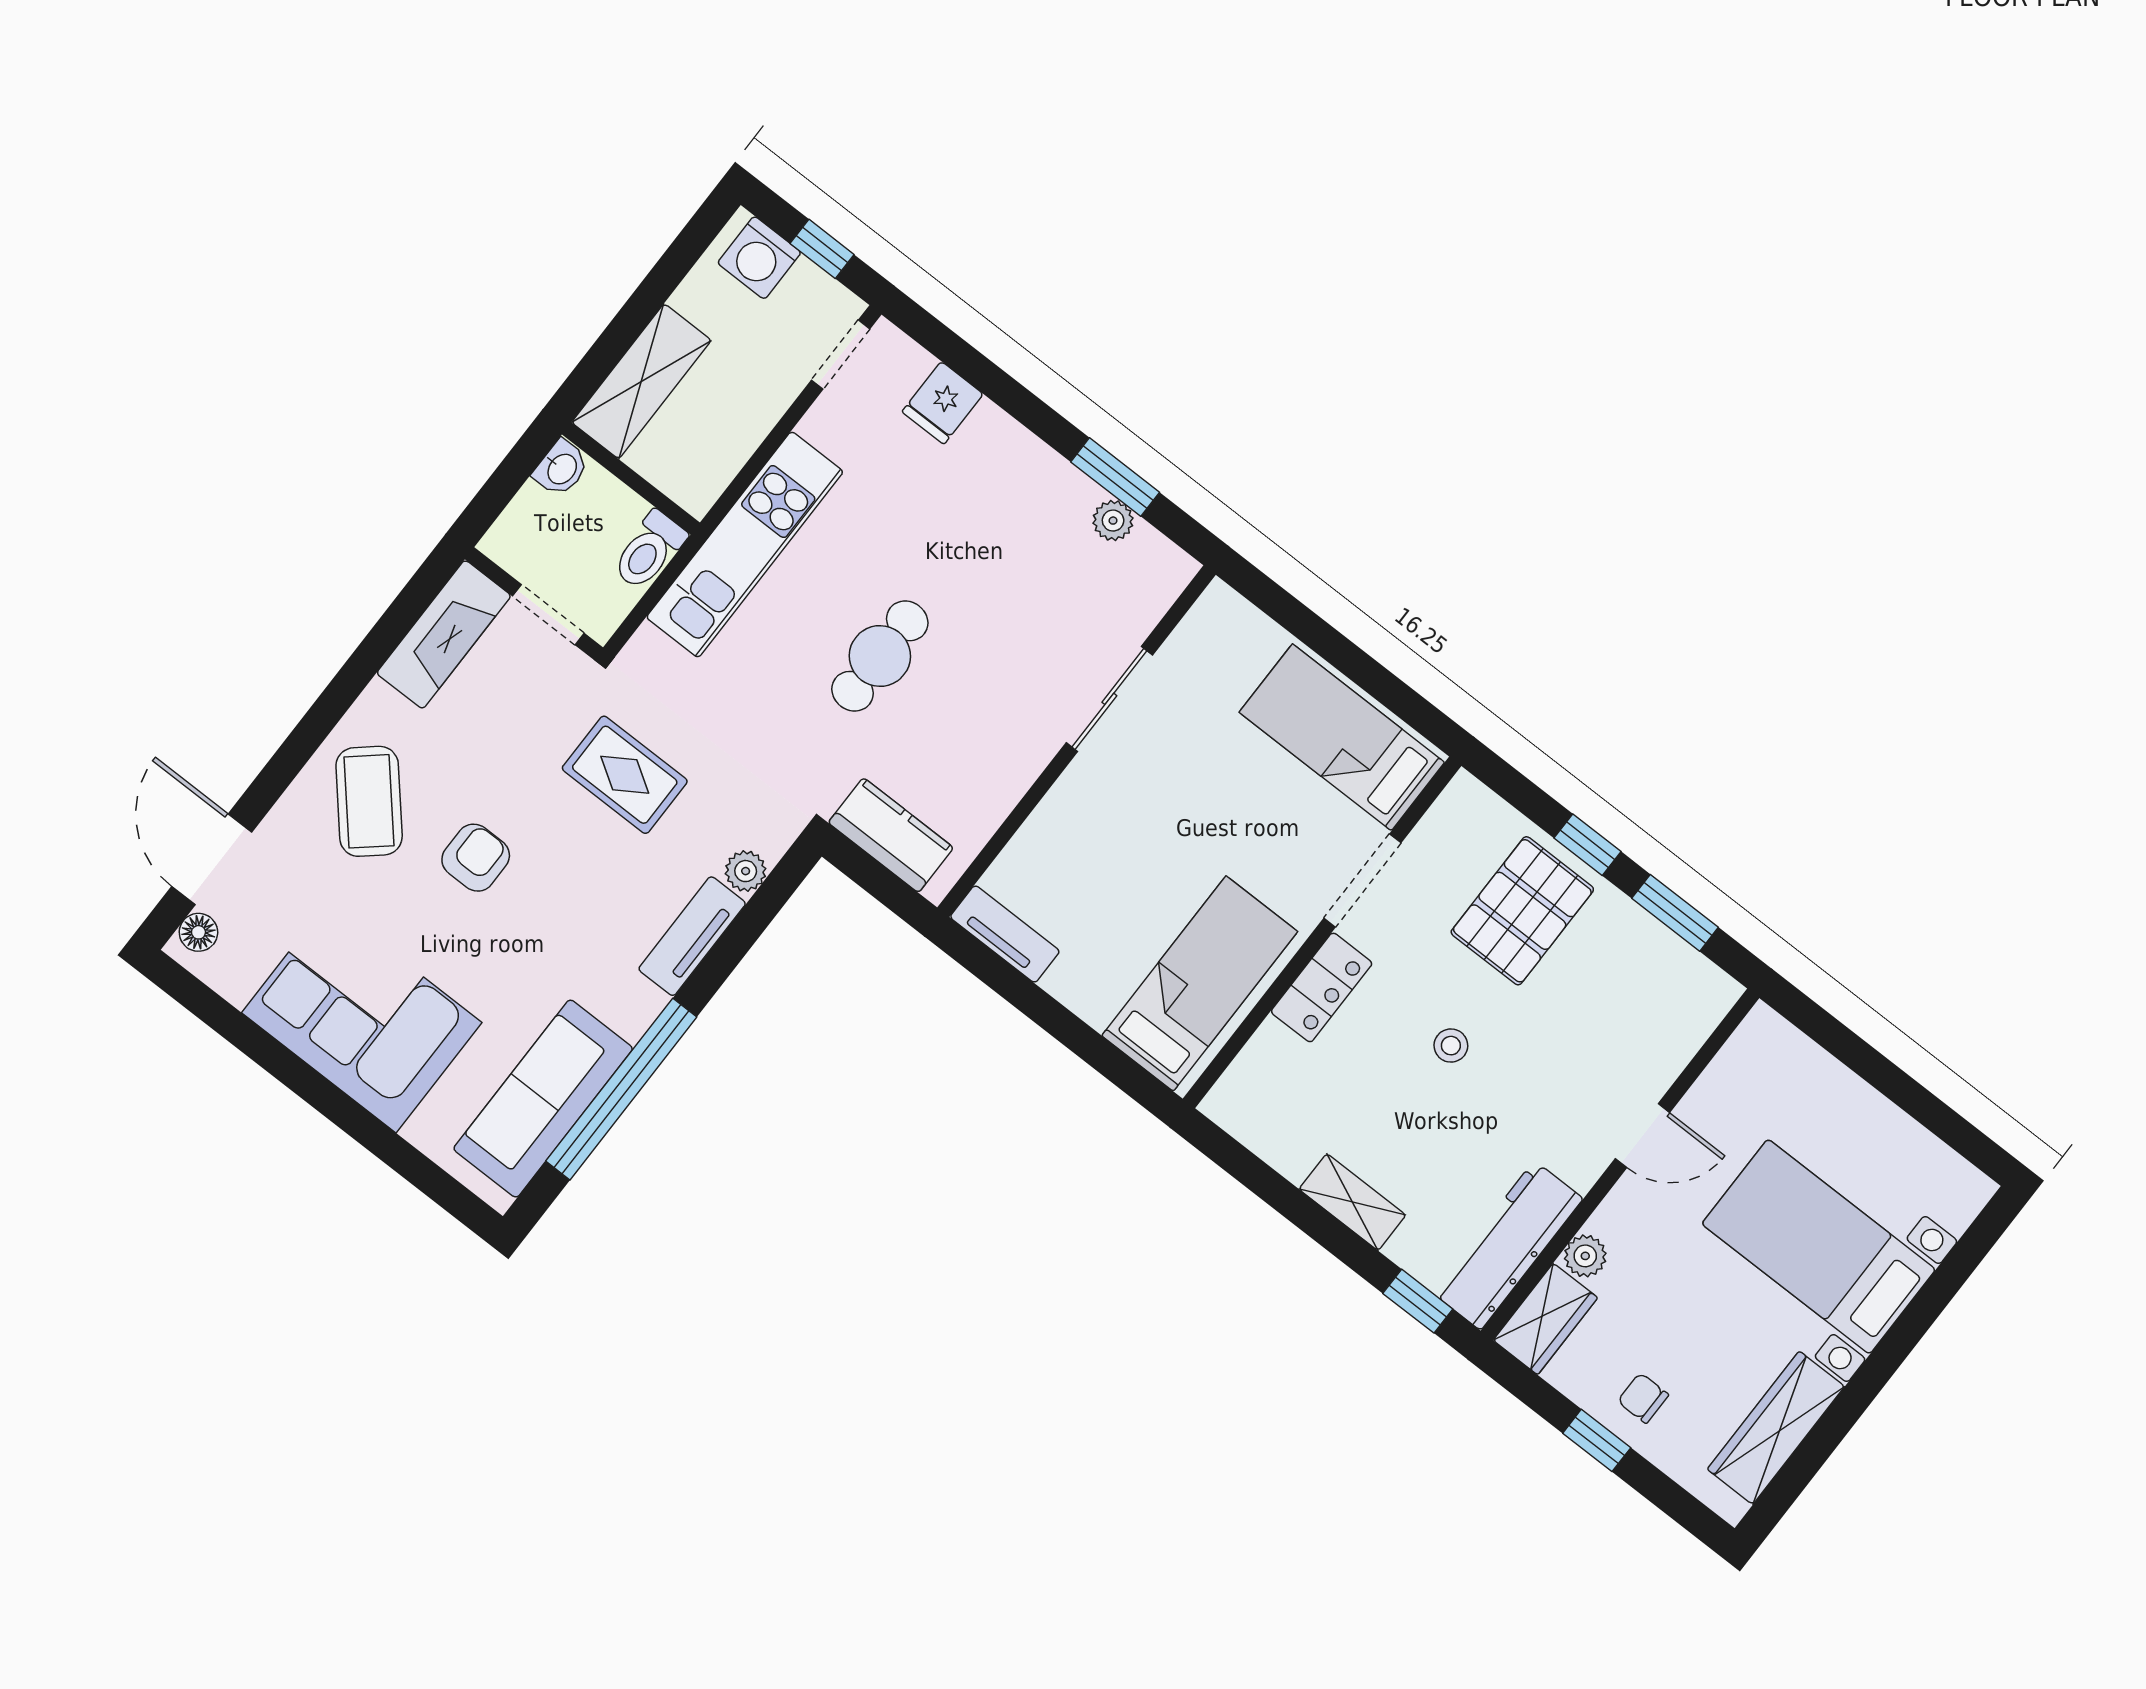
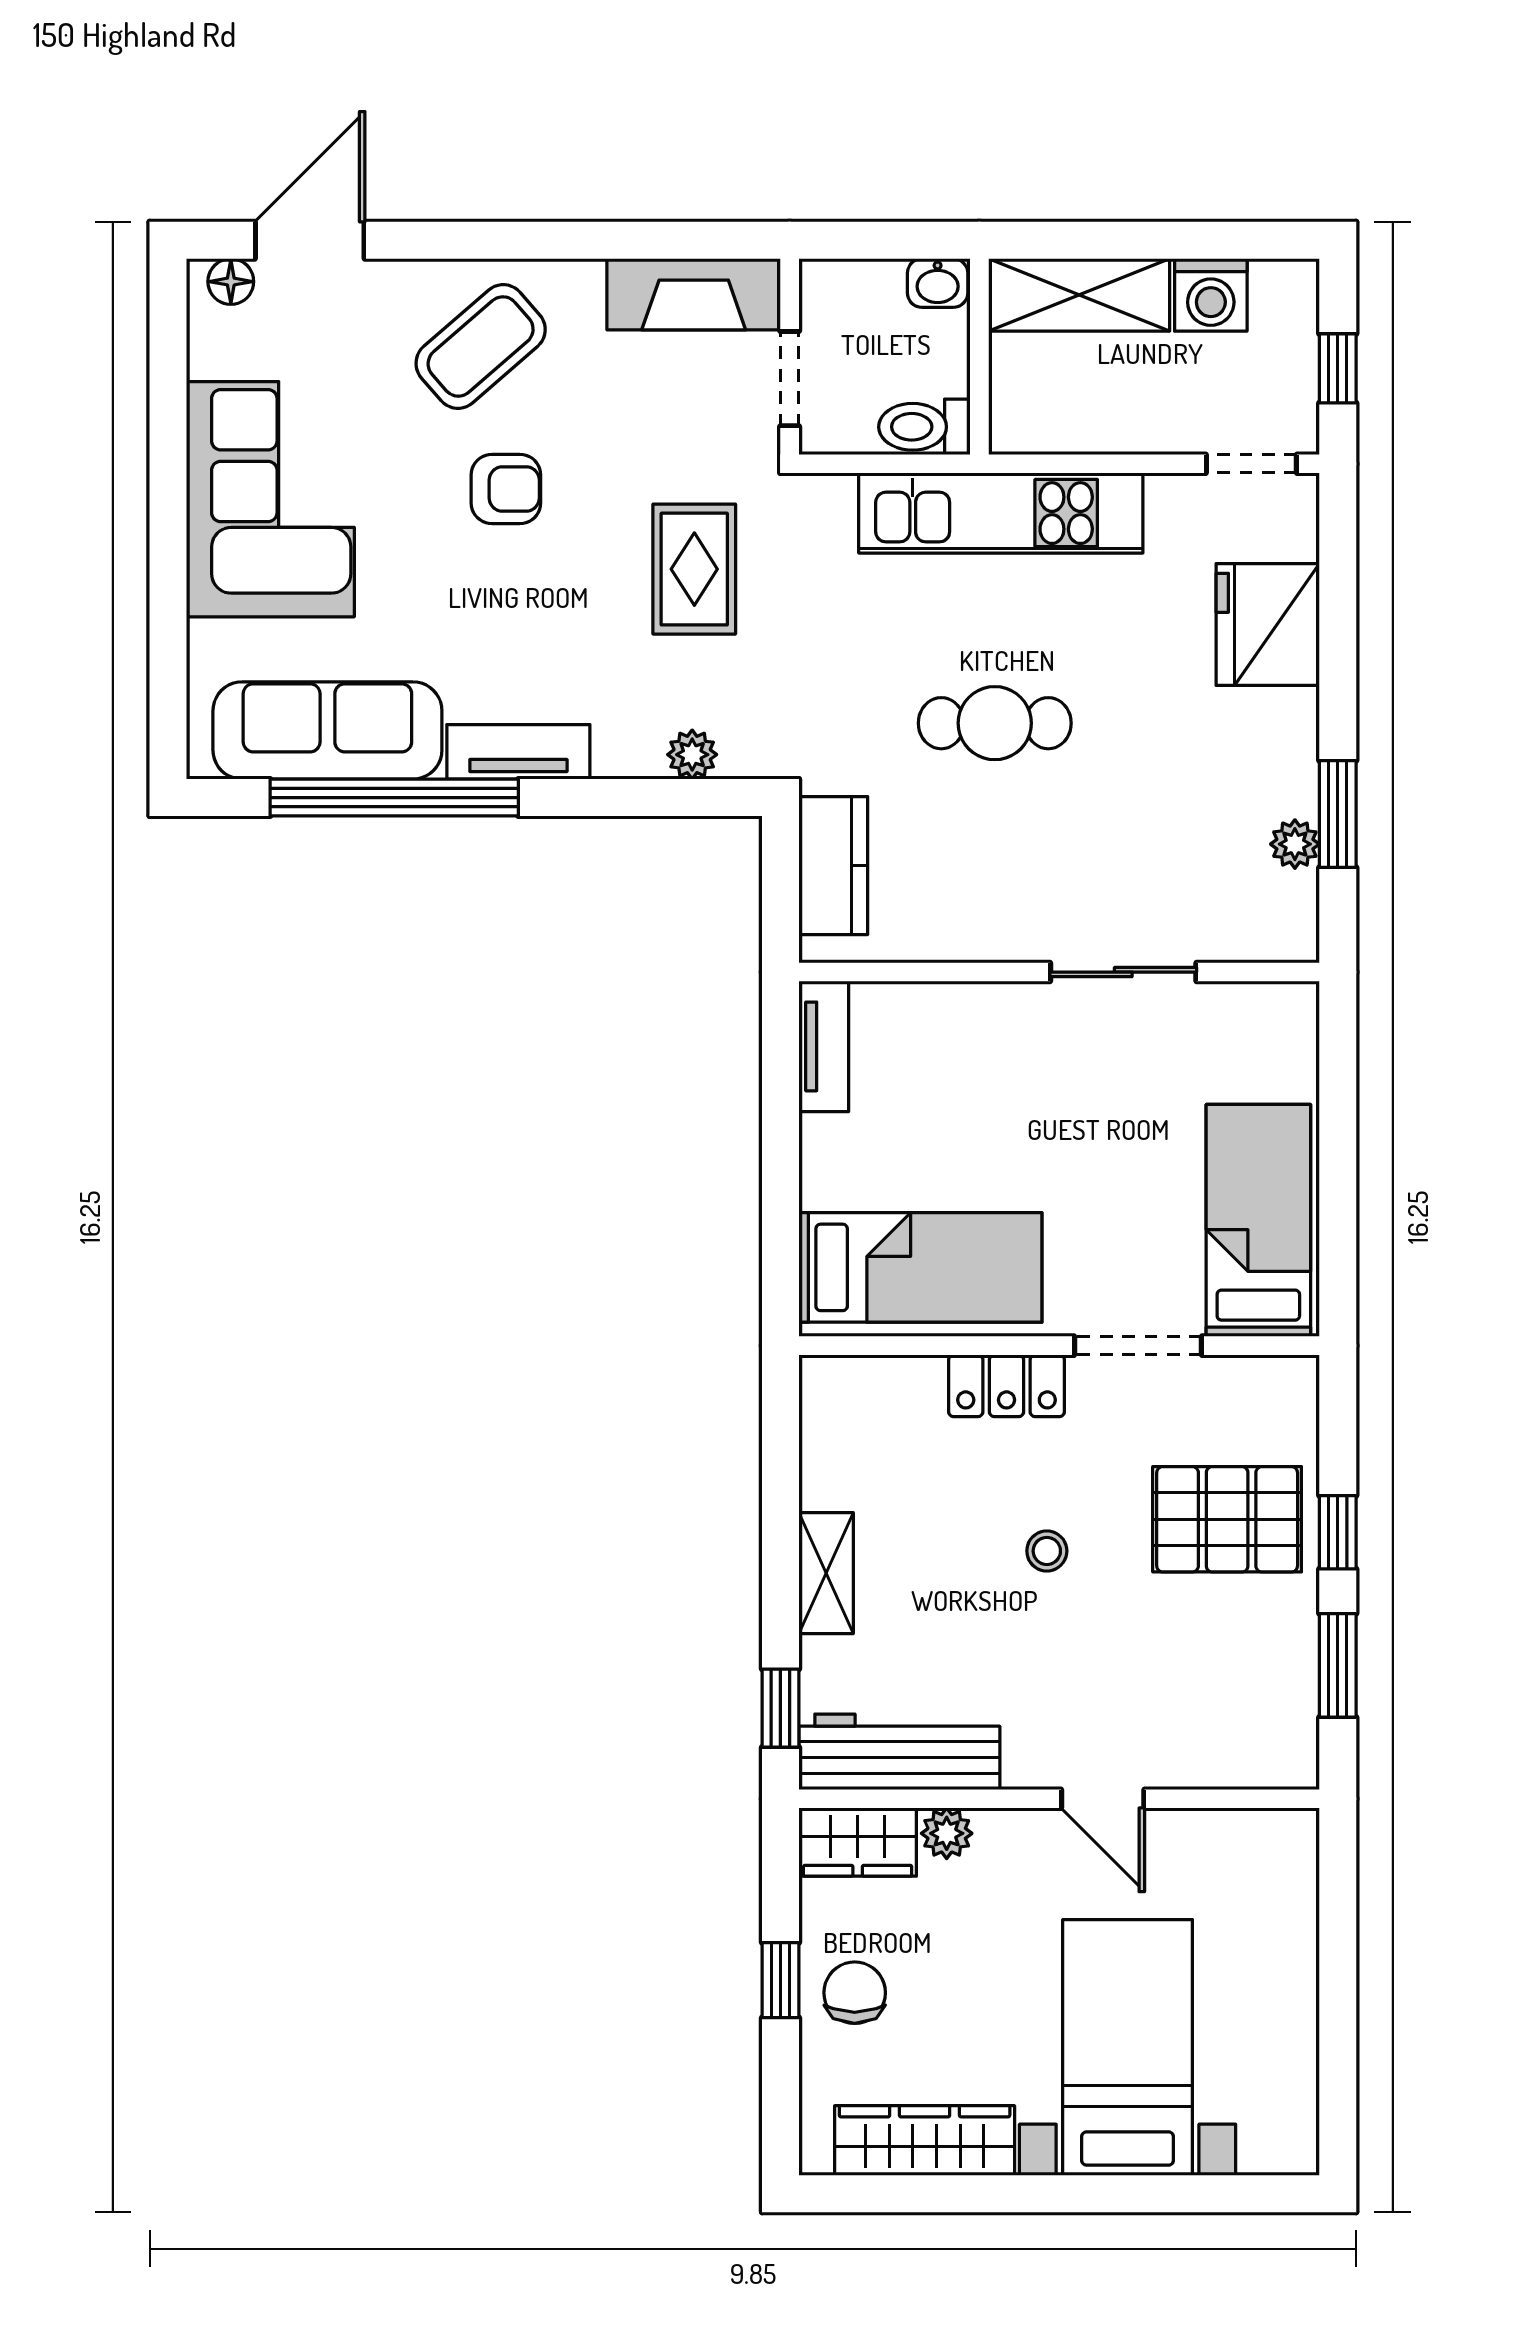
washing machine: (759, 258) -> (1211, 295), moved, turned -90
fridge: (943, 403) -> (1268, 624), width x1.88, depth x1.34
tv unit: (692, 936) -> (518, 752), moved
chair: (1643, 1398) -> (855, 1993), width x1.37, depth x1.37

